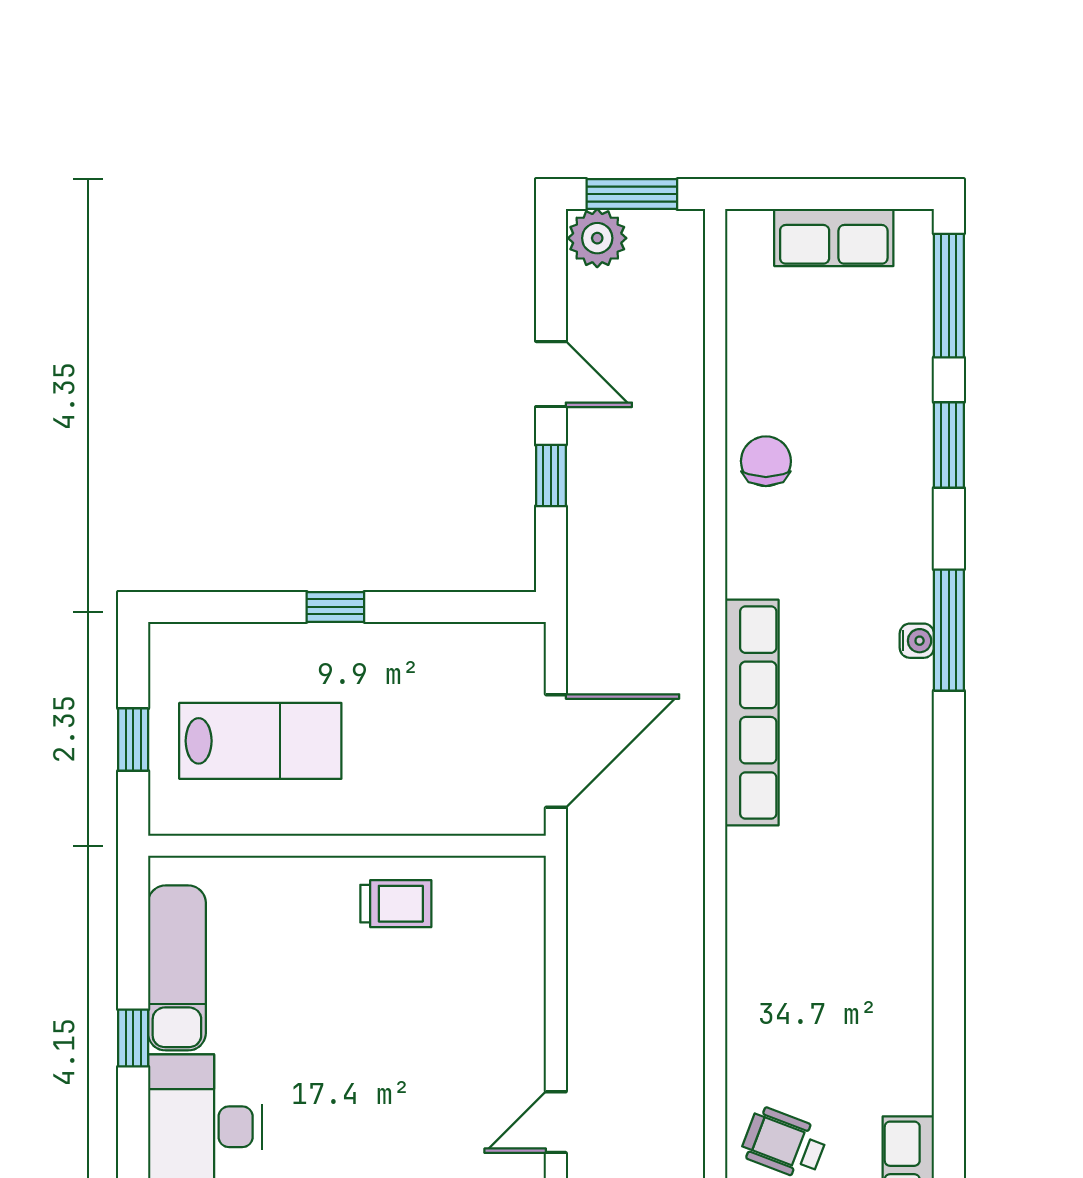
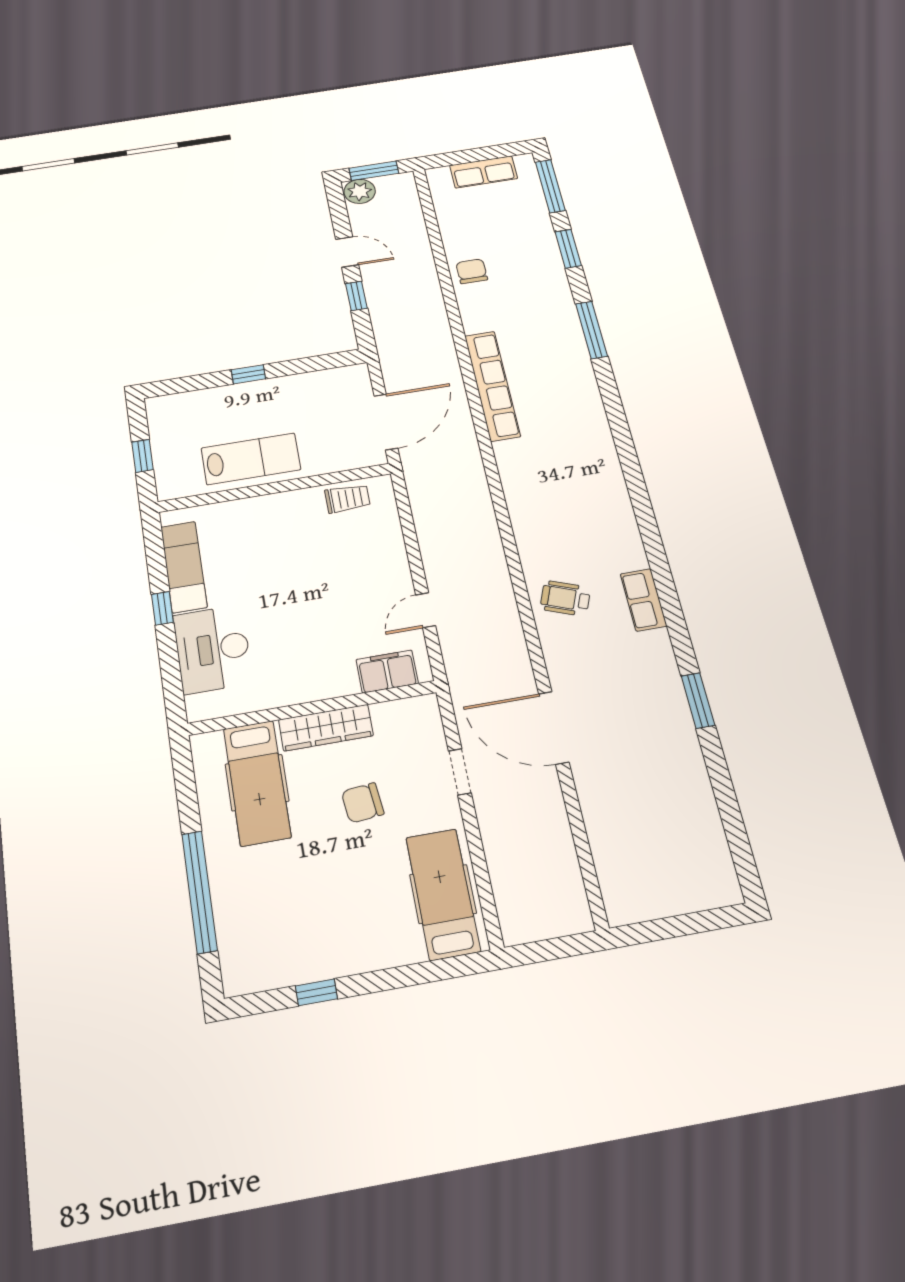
water cooler: (917, 641) -> (575, 338), removed
lab bench: (260, 741) -> (251, 459), moved
trolley: (396, 904) -> (347, 498), moved

